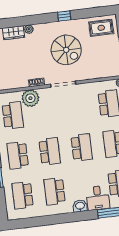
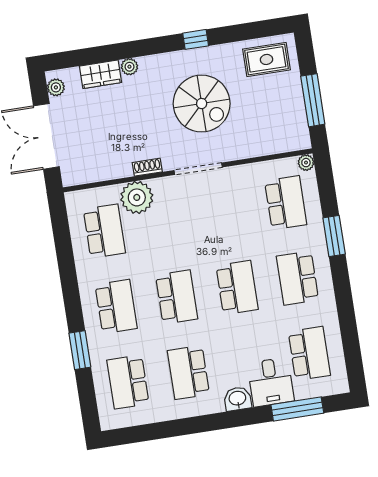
school desk: (18, 155) -> (116, 306), turned 180

